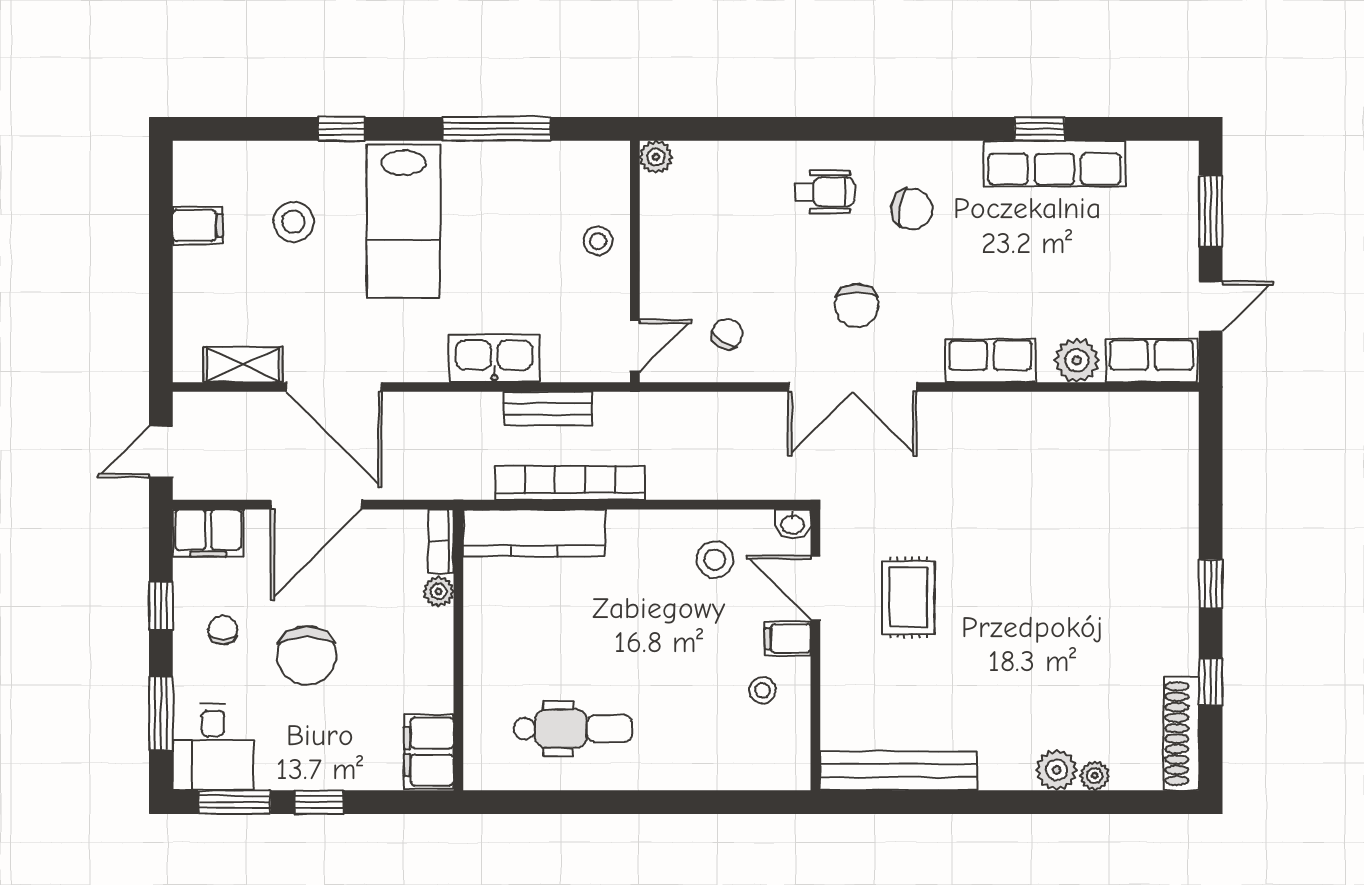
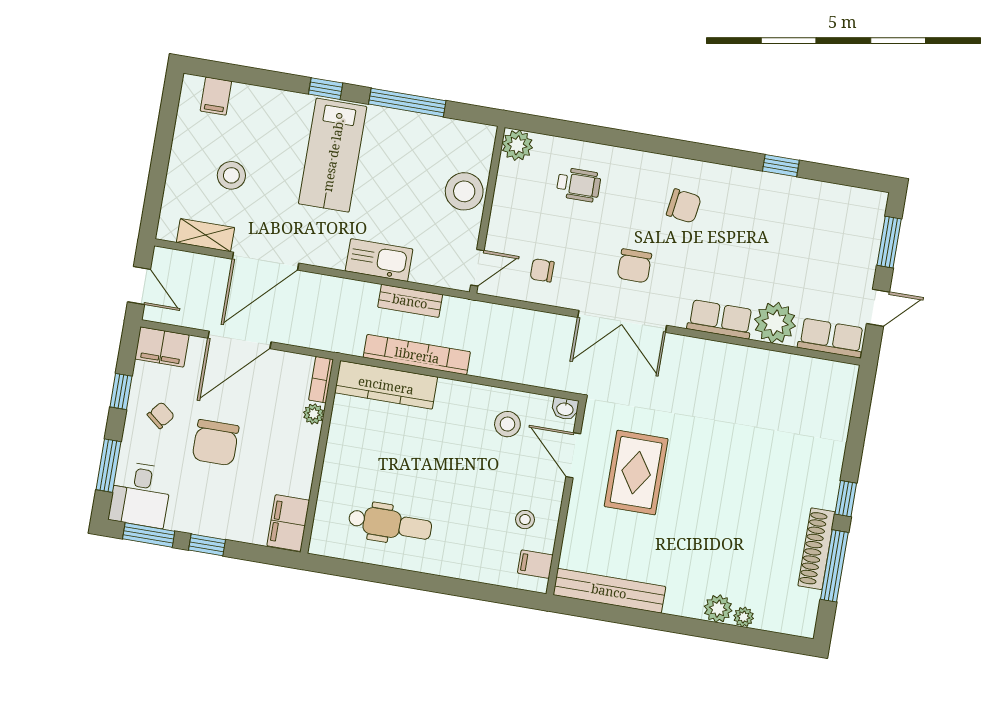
window: (341, 129) -> (326, 89), moved
plant: (656, 157) -> (517, 145), width x1.38, depth x1.38
row of seats: (1054, 164) -> (787, 191), removed
wheelchair: (825, 192) -> (579, 185), moved
stool: (293, 222) -> (231, 175), moved
filing cabinet: (198, 225) -> (216, 96), moved, turned 90
stool: (598, 241) -> (464, 191), width x1.89, depth x1.89
chair: (727, 334) -> (542, 270), turned -122
plant: (1077, 360) -> (775, 323), width x1.36, depth x1.36
door: (334, 387) -> (266, 261), hinge flipped
door: (161, 452) -> (139, 286), swing flipped
rug: (908, 597) -> (636, 473), width x1.36, depth x1.43
chair: (223, 630) -> (161, 415), turned 39
filing cabinet: (788, 639) -> (535, 564), moved
window: (1211, 682) -> (834, 566), width x2.17
shoe rack: (1181, 733) -> (816, 549), moved

